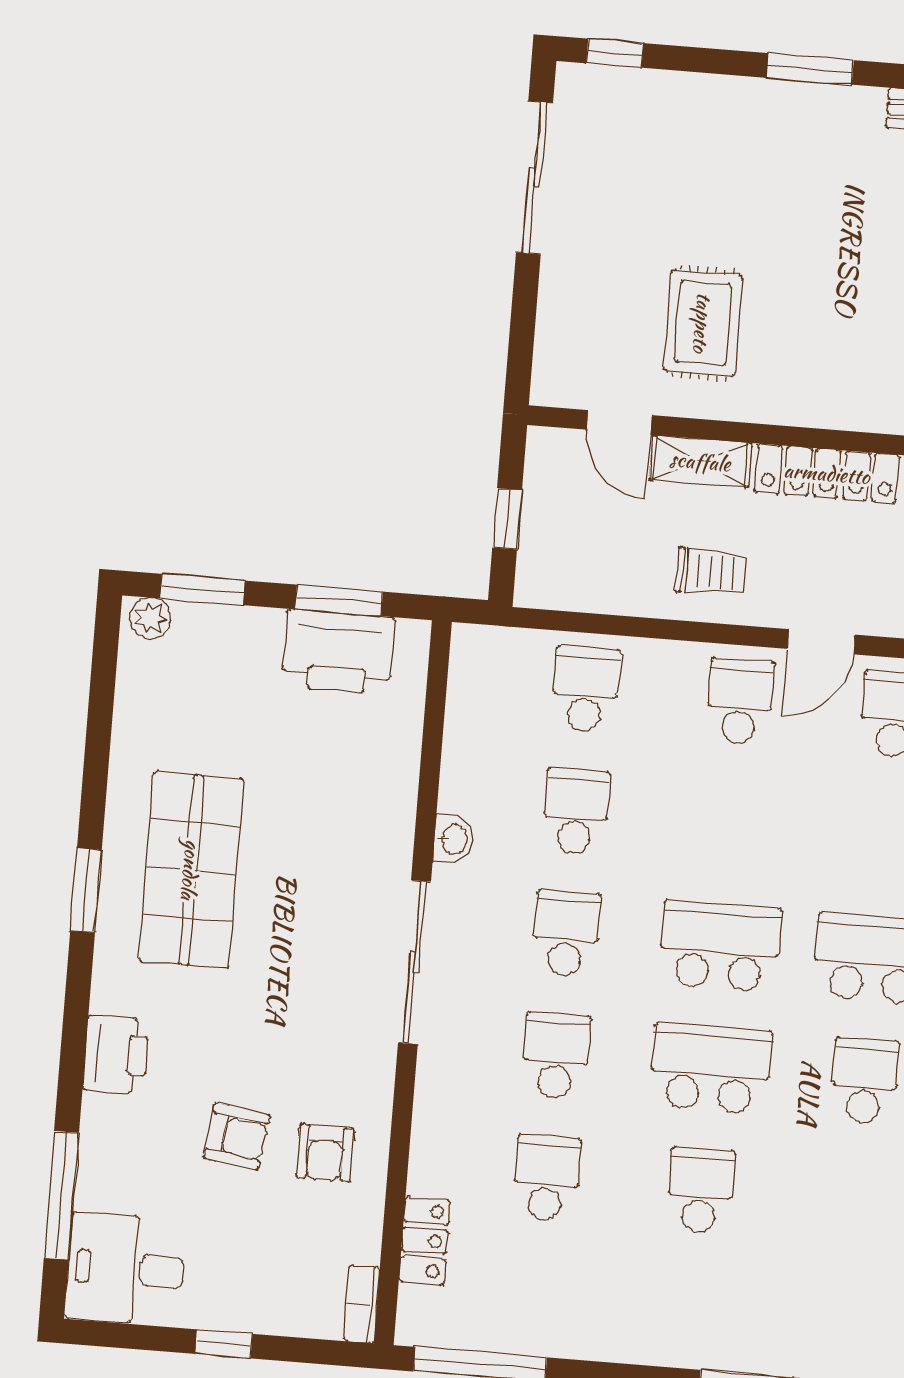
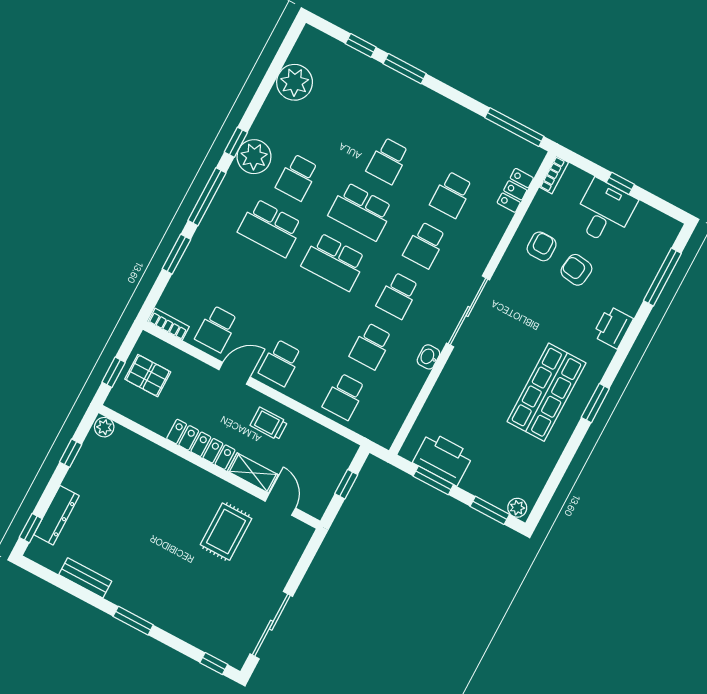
desk: (126, 1269) -> (604, 212), moved, turned -90

